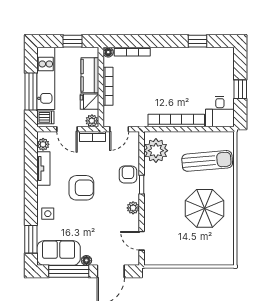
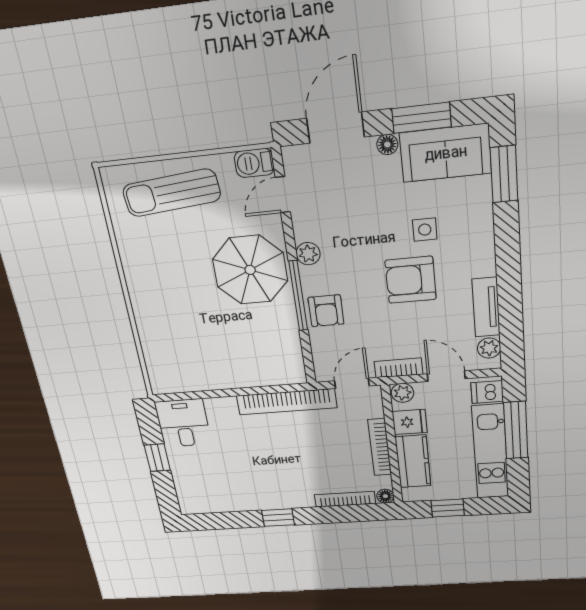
window: (198, 41) -> (278, 518), moved
bookcase: (176, 121) -> (287, 402), moved
plant: (156, 151) -> (282, 355), removed
sun lounger: (207, 161) -> (172, 193), moved
window: (142, 185) -> (298, 296), width x2.17
parasol: (204, 208) -> (250, 270), moved
side table: (48, 214) -> (425, 230), moved
door: (142, 241) -> (283, 195), swing flipped
barbecue: (154, 259) -> (254, 163), added
window: (69, 271) -> (422, 118), width x0.69

